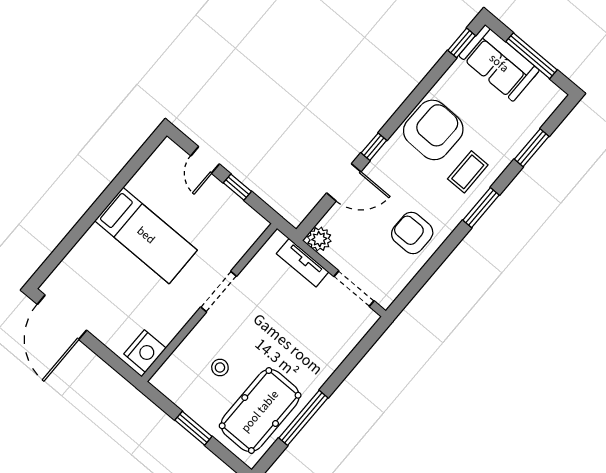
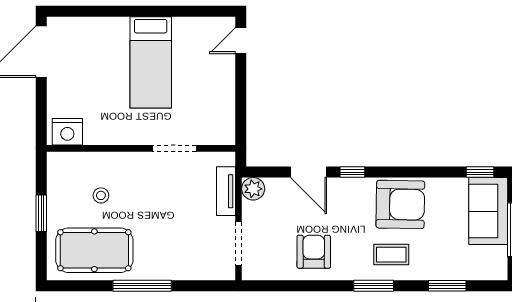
door: (205, 160) -> (241, 41), moved
window: (237, 187) -> (241, 99), removed
doorway: (219, 292) -> (174, 148), moved
window: (303, 418) -> (142, 286), moved

